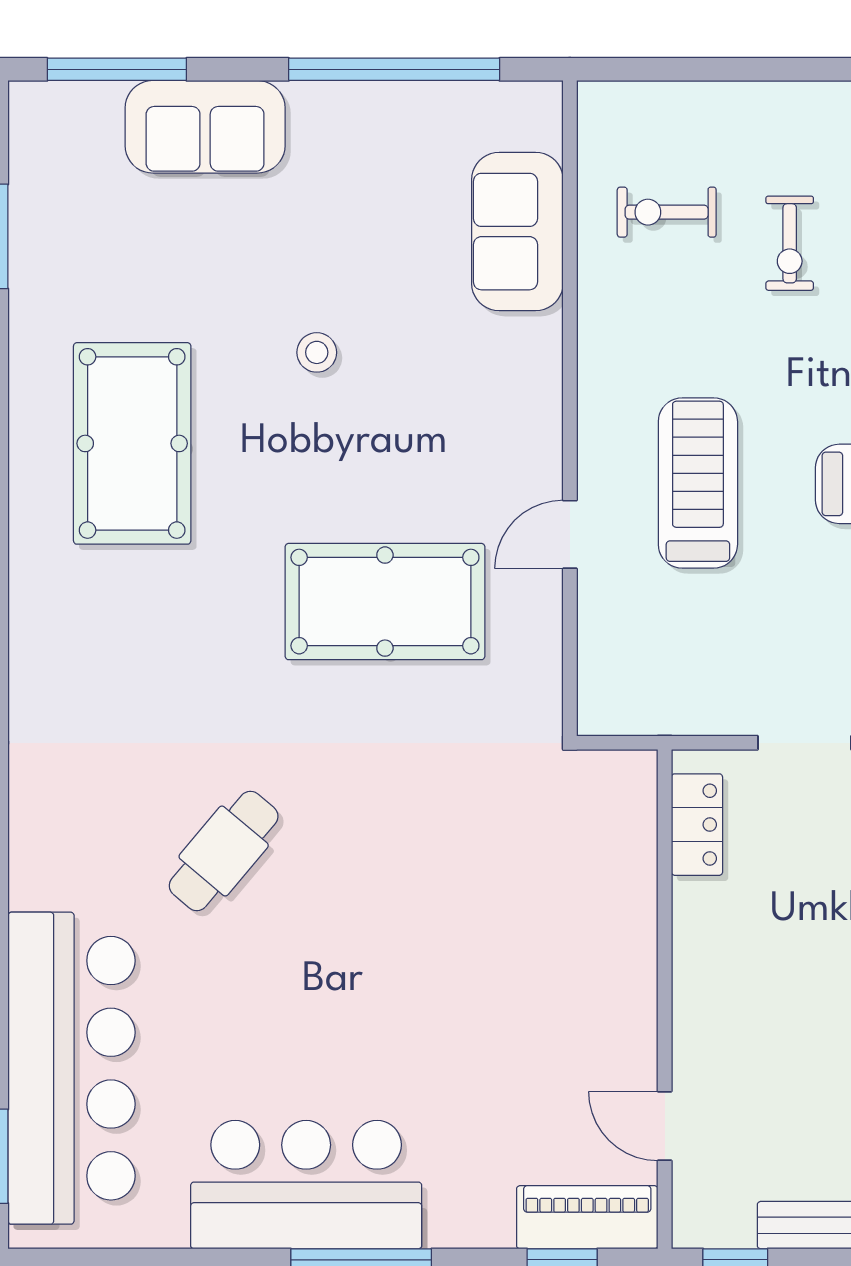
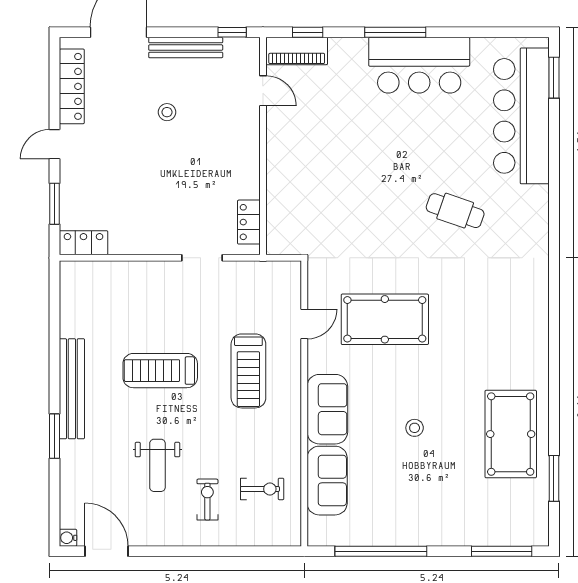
sofa: (205, 127) -> (327, 409), moved, turned 90
exercise bike: (790, 243) -> (207, 500), moved
pool table: (132, 443) -> (511, 434), moved
door: (570, 534) -> (304, 324), moved
cafe table: (224, 851) -> (455, 211), turned 69

